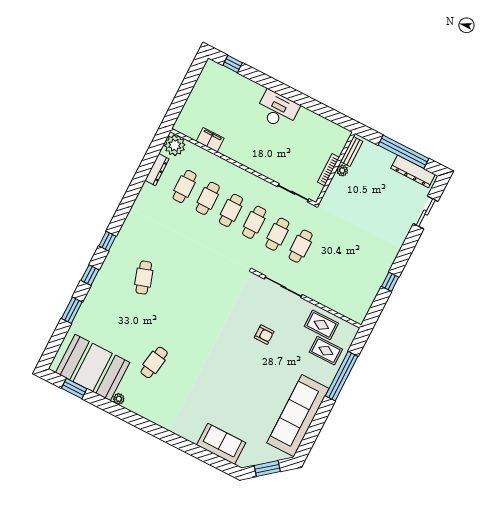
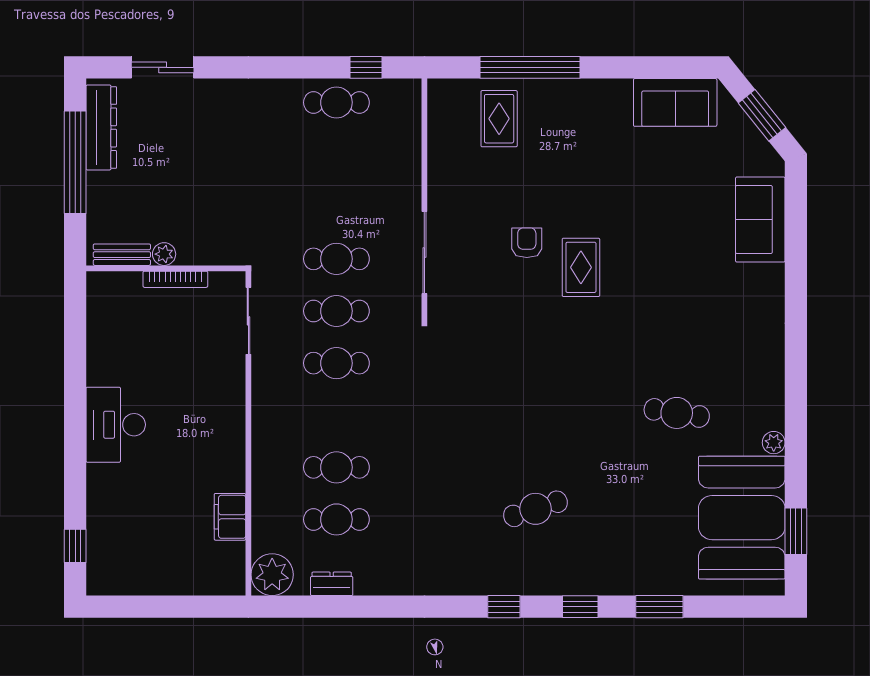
dresser: (157, 170) -> (332, 584), width x0.70
cafe table: (231, 210) -> (336, 102), moved
window: (390, 282) -> (366, 67), moved
rug: (321, 325) -> (581, 267), moved
sofa: (298, 416) -> (675, 102), width x0.54, depth x0.79

